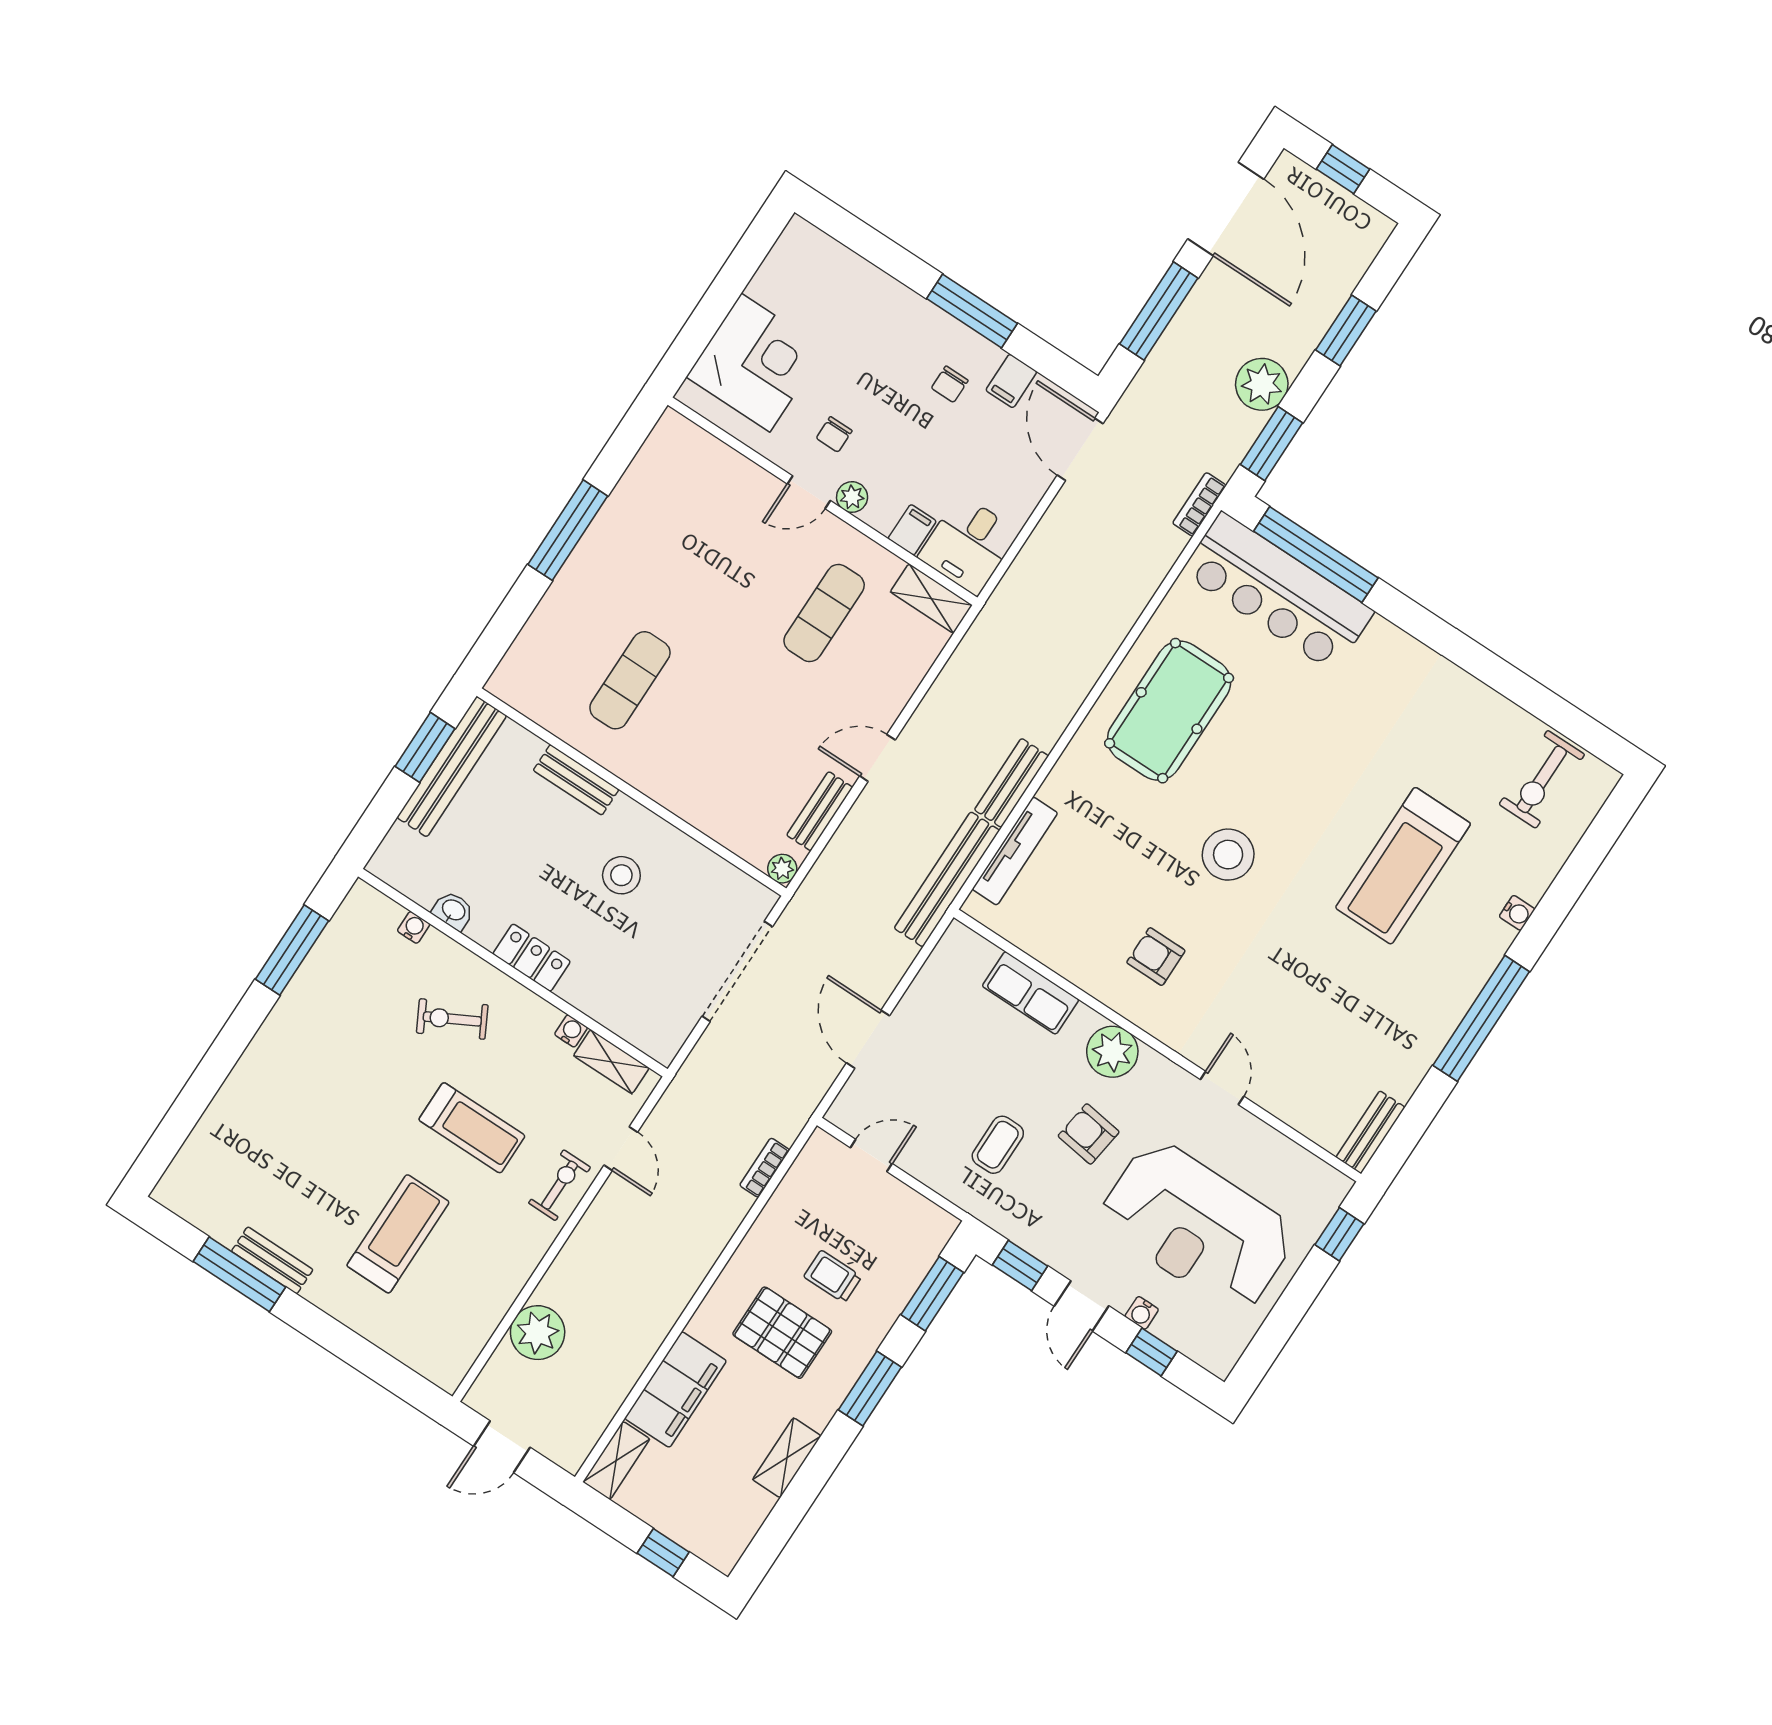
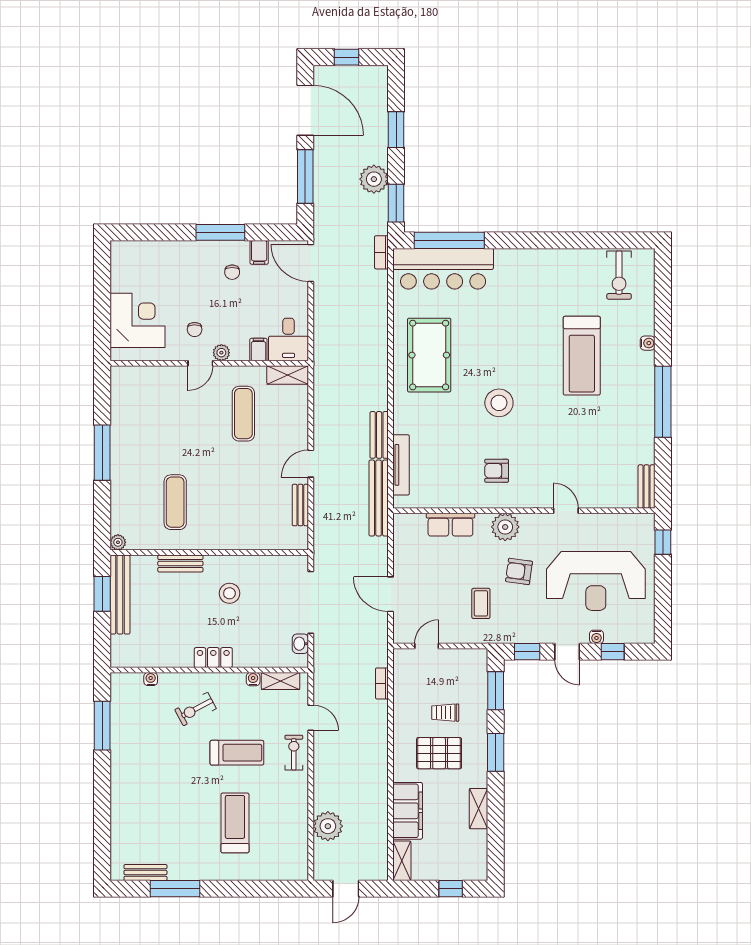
plant: (782, 869) -> (118, 542), moved
washbasin: (453, 911) -> (300, 644), moved, turned -90
bench: (272, 1260) -> (145, 873), moved

